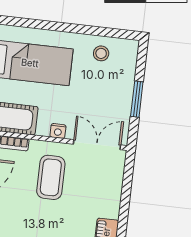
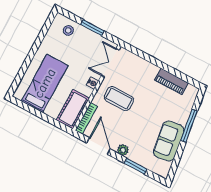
stool: (101, 53) -> (68, 30), moved

